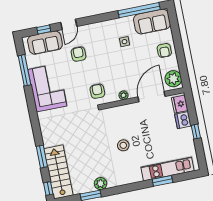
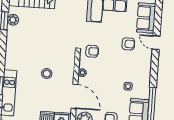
window: (44, 29) -> (158, 20), removed
stool: (123, 145) -> (47, 74), moved
plant: (101, 184) -> (13, 20), moved

